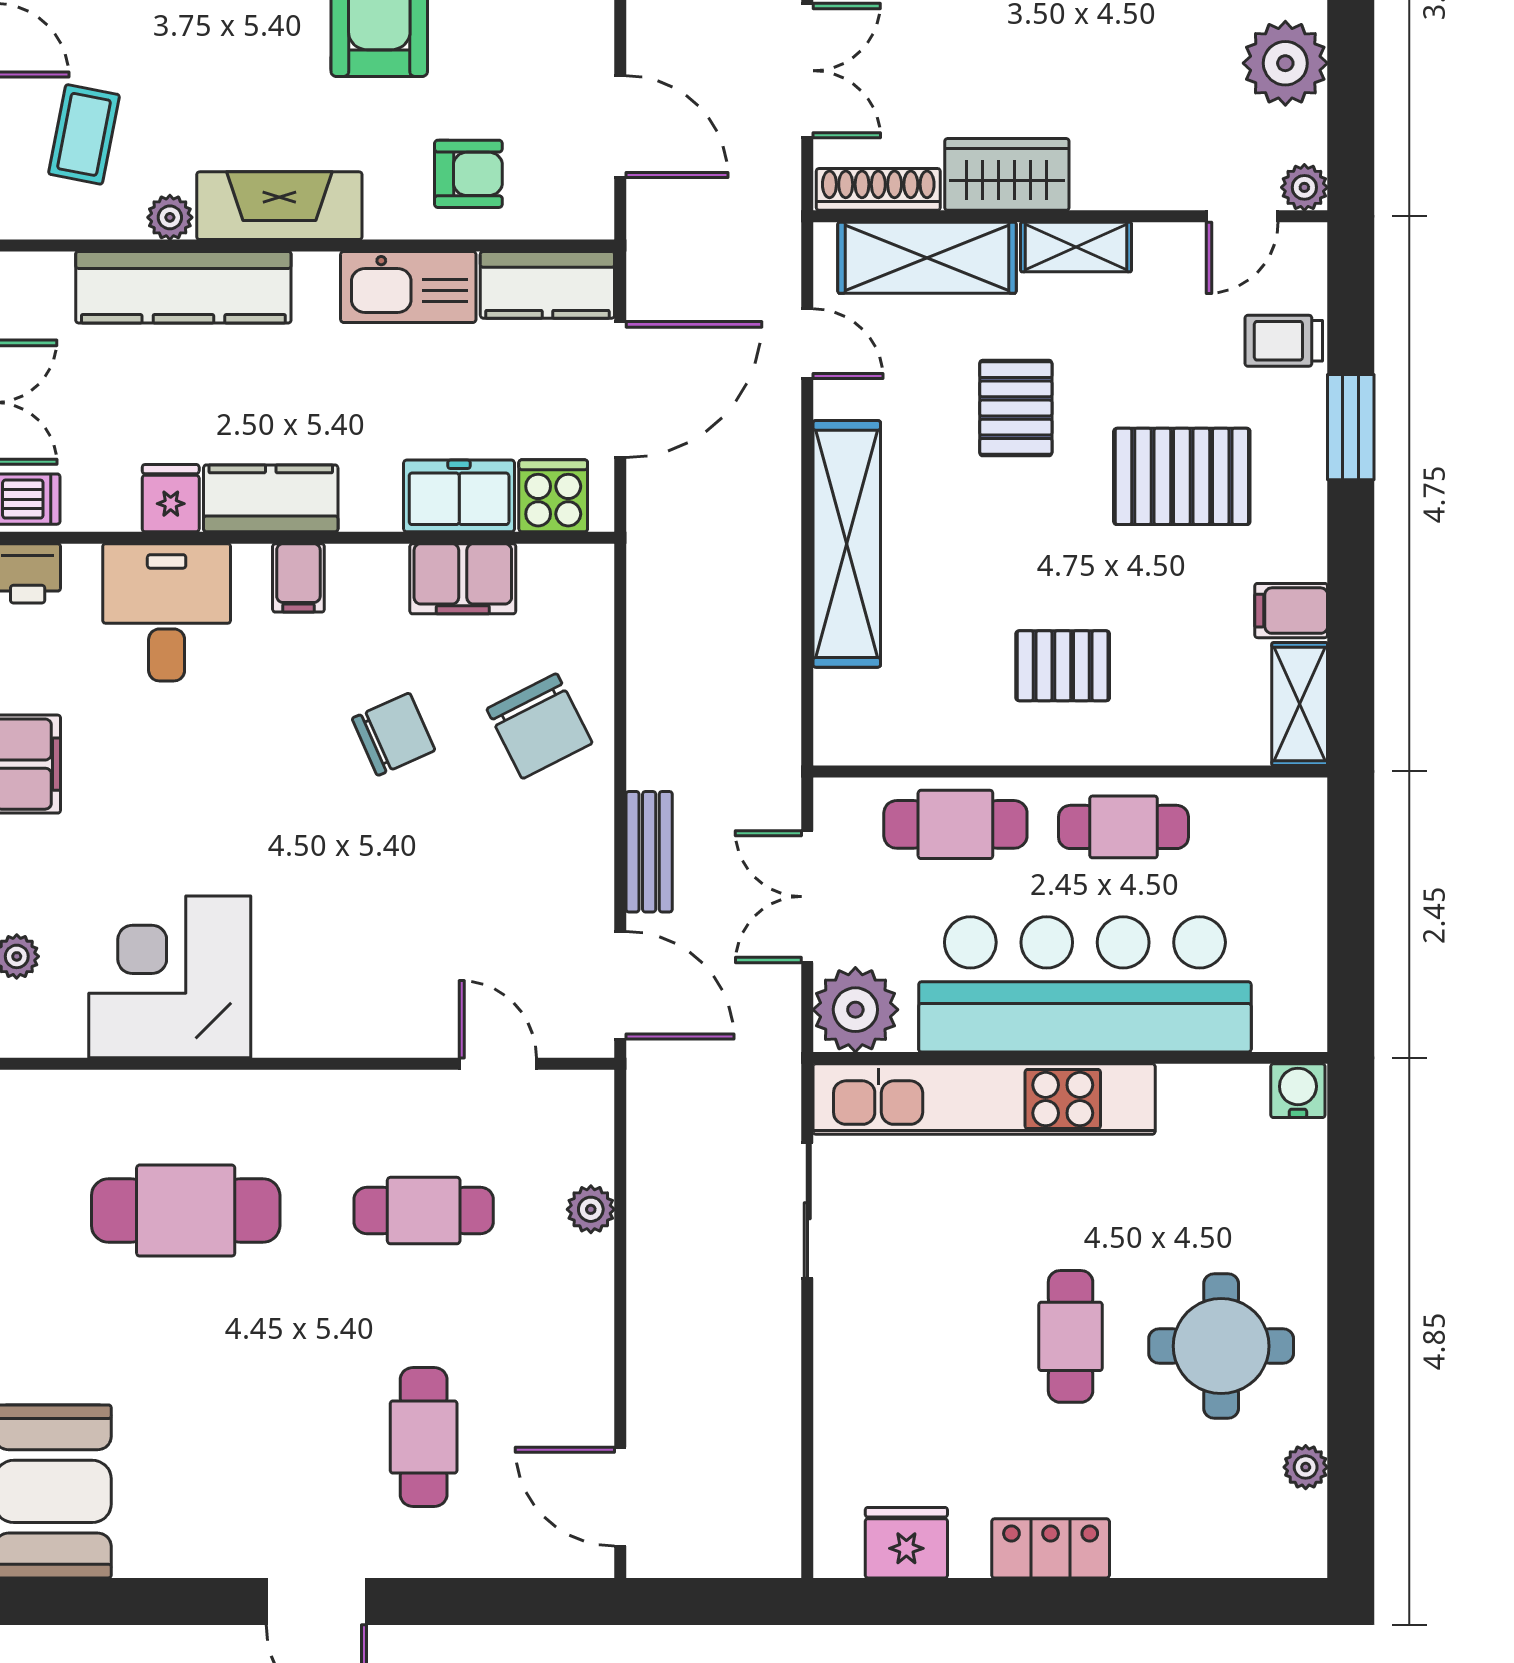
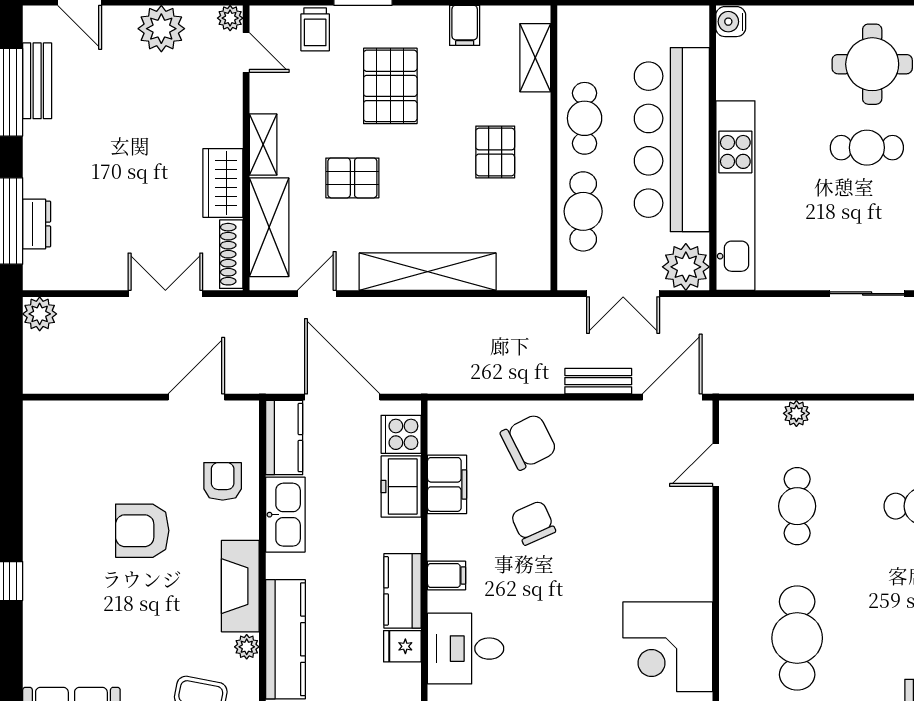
shelving: (1300, 704) -> (535, 58), moved, turned 90
sliding door: (807, 1211) -> (867, 294), moved

